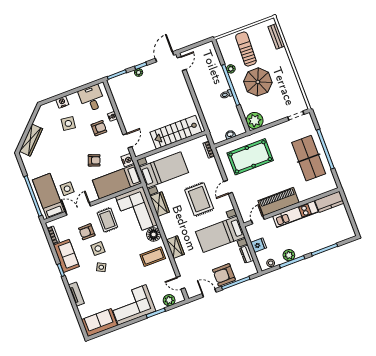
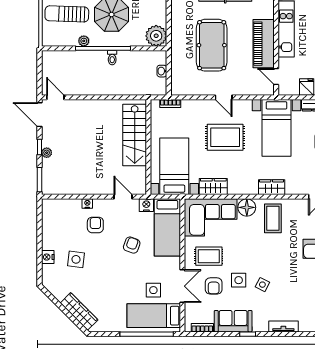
desk: (92, 98) -> (56, 220), removed
pool table: (250, 157) -> (212, 45), moved
double door: (78, 209) -> (182, 286), swing flipped

